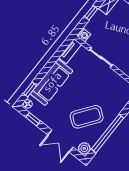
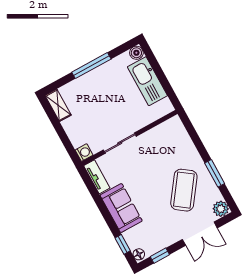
window: (91, 13) -> (61, 132), removed
sofa: (52, 82) -> (121, 208), width x0.73
window: (108, 134) -> (215, 173), width x0.47

